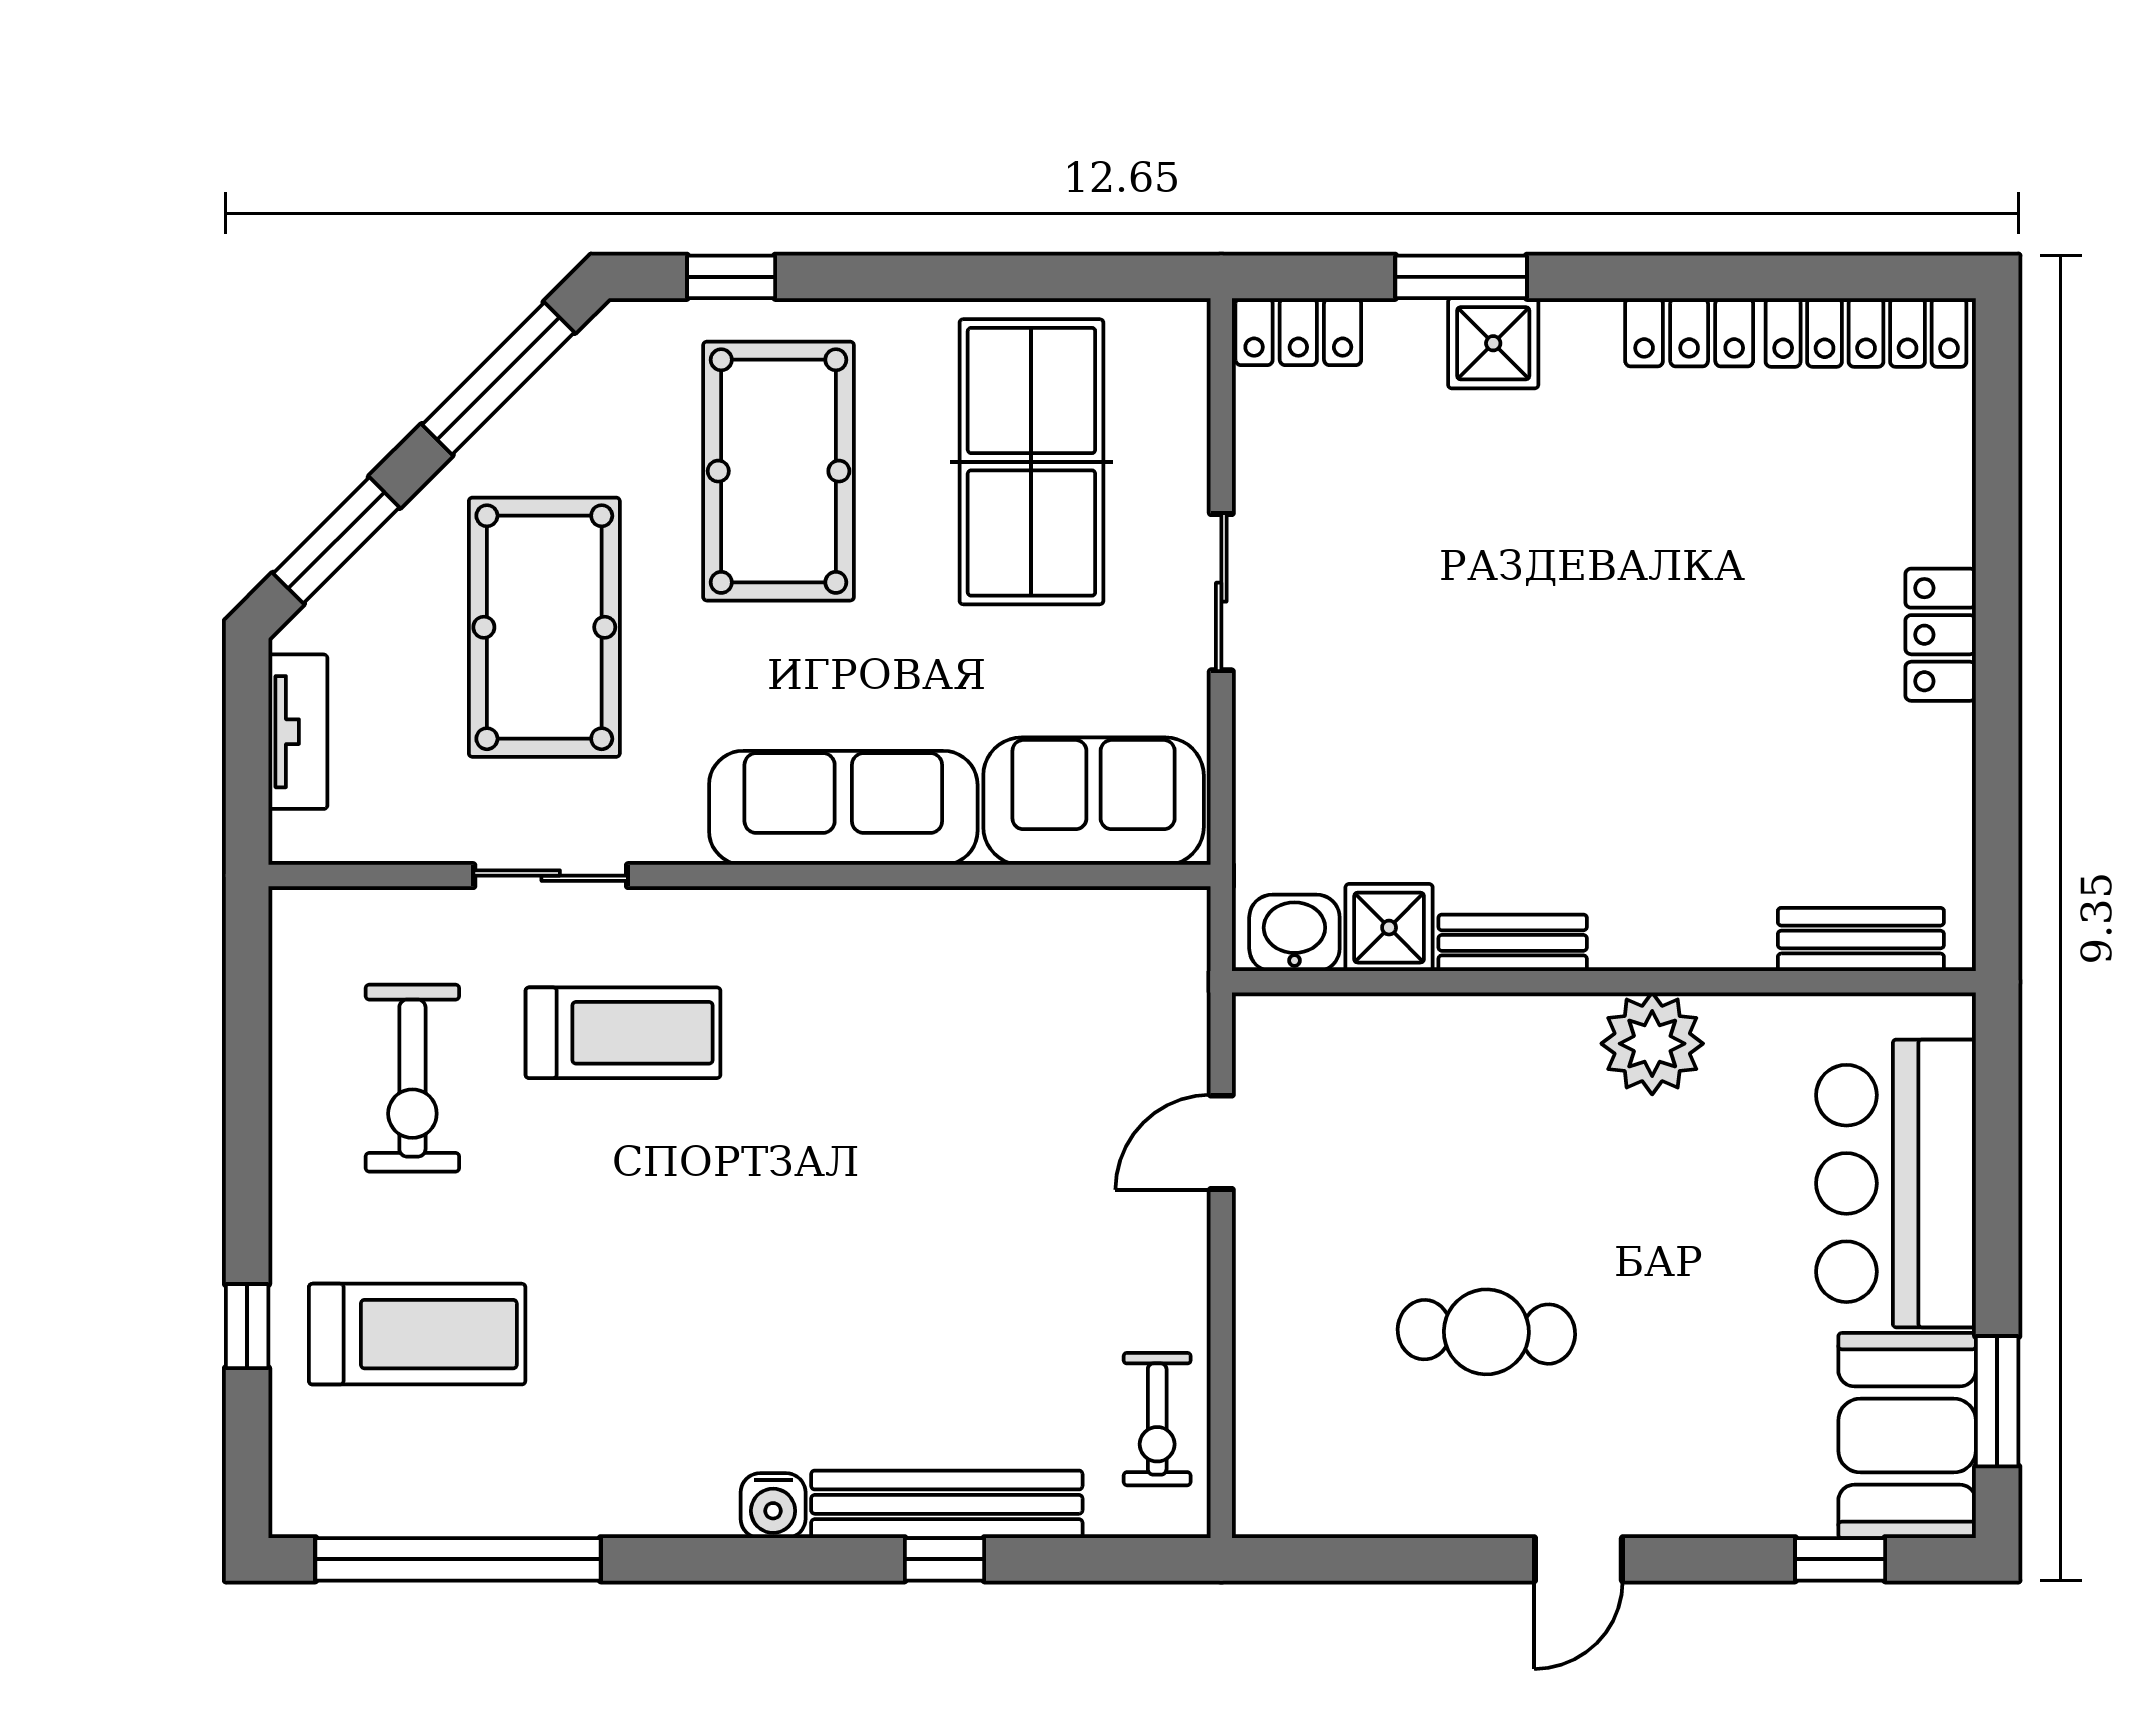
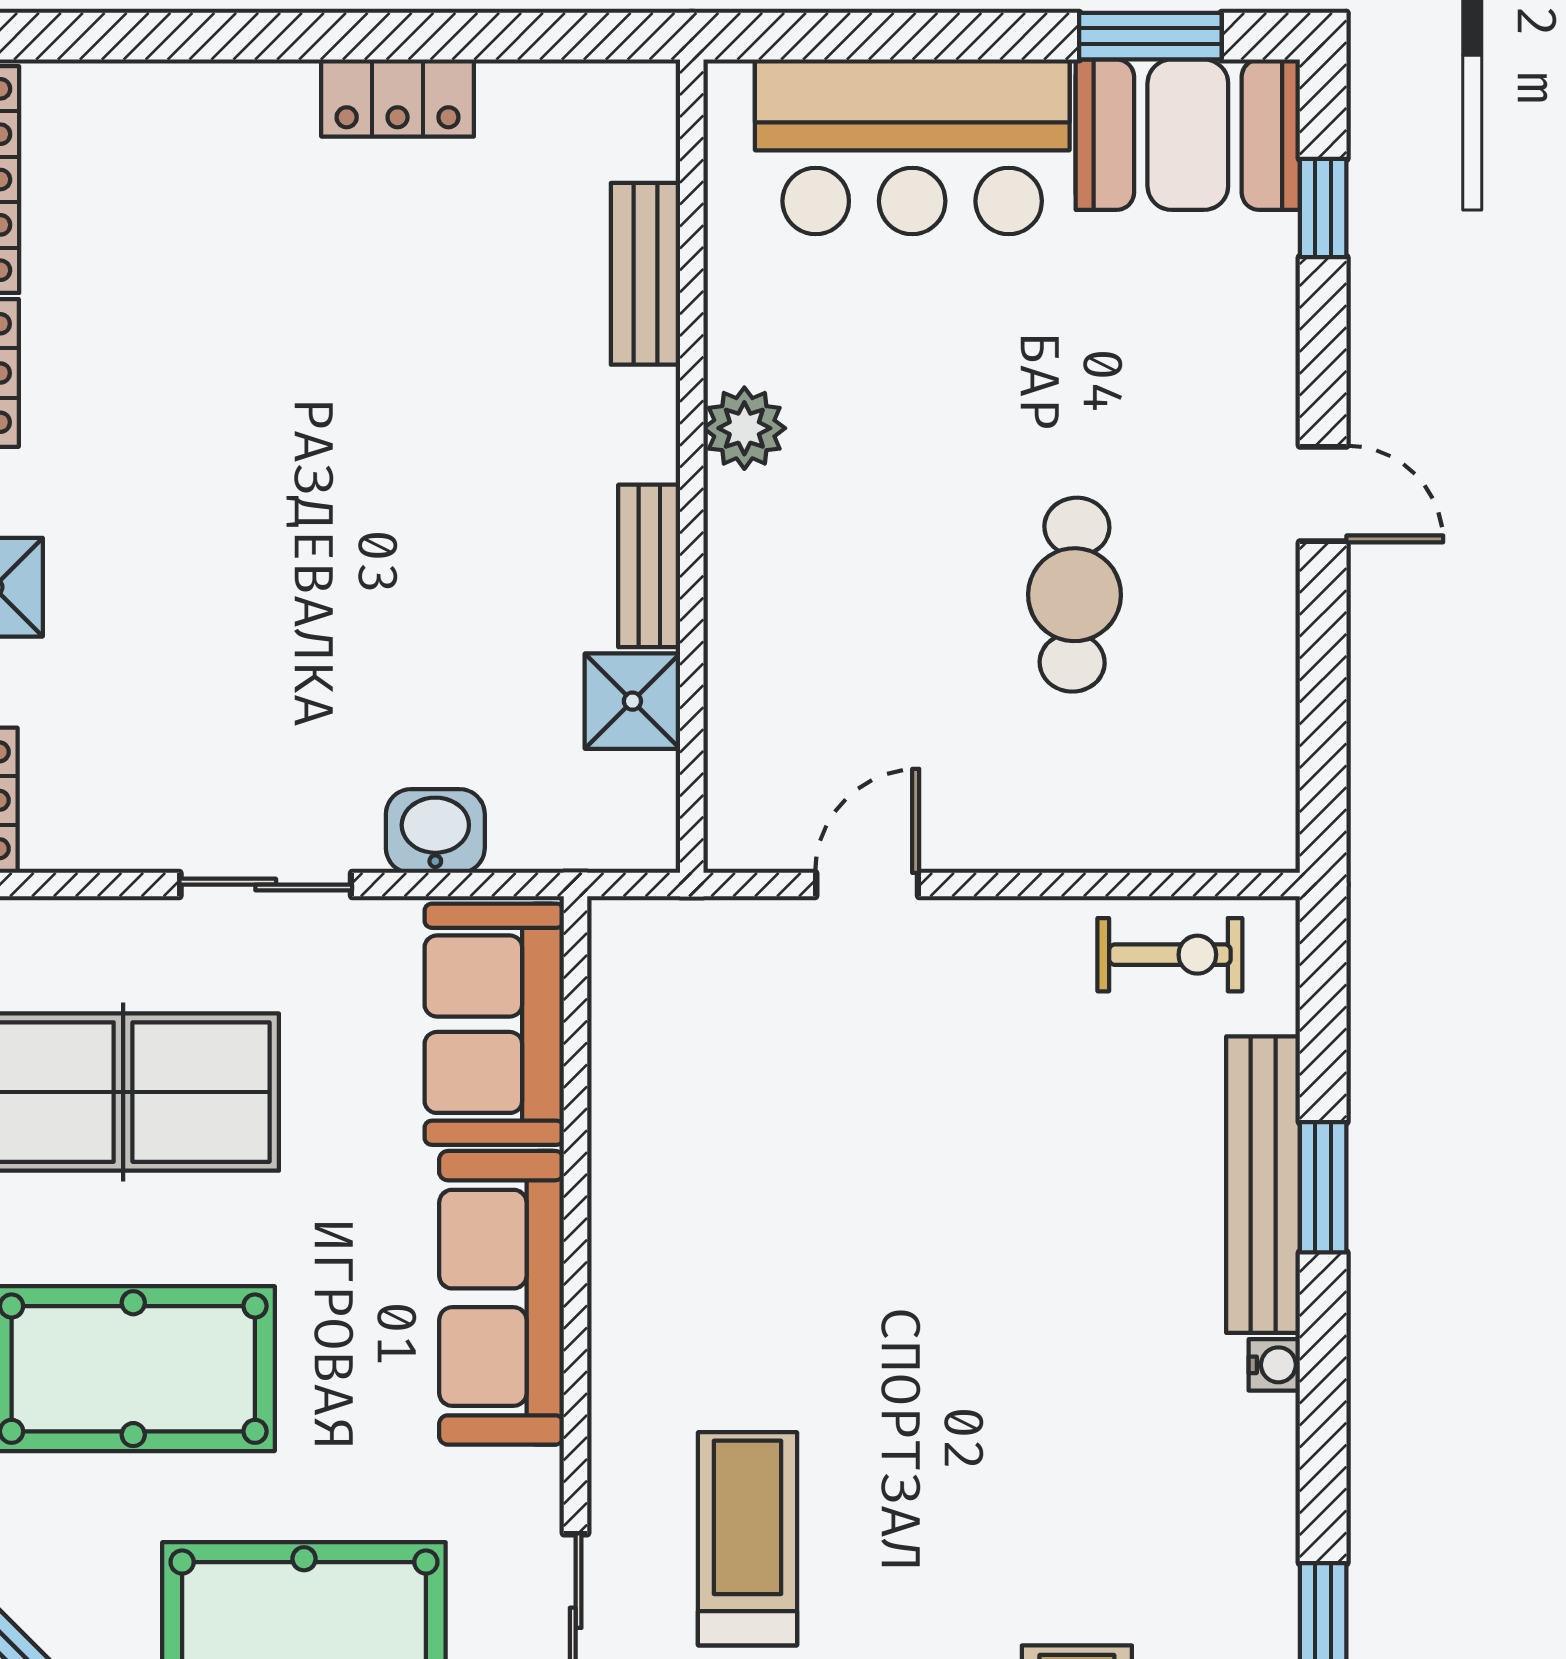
locker: (1941, 635) -> (398, 98), moved
washbasin: (1294, 933) -> (435, 831), moved, turned 90
bench: (1861, 940) -> (645, 274), moved
plant: (1652, 1044) -> (744, 428), width x0.73, depth x0.73
door: (1221, 1142) -> (867, 885), swing flipped
water cooler: (773, 1506) -> (1274, 1365), width x0.72, depth x0.72
window: (945, 1559) -> (1323, 1187), width x1.50

